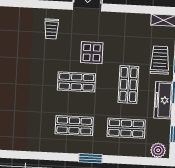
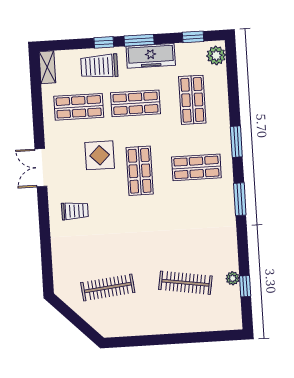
shop shelf: (131, 41) -> (79, 107), added
shop shelf: (74, 126) -> (196, 167), turned 90
window: (46, 156) -> (240, 199), added

